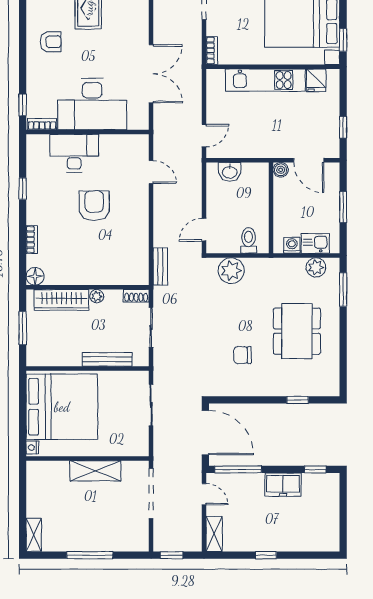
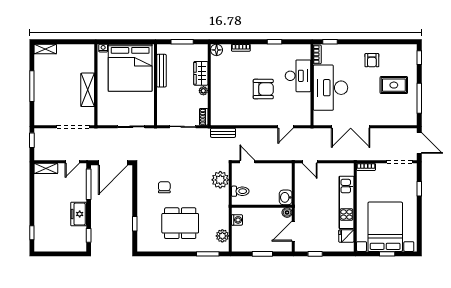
window: (343, 40) -> (387, 254), moved
washbasin: (230, 172) -> (286, 197), moved
kitchen sink: (315, 243) -> (238, 235), removed
wardrobe: (61, 300) -> (201, 73), width x0.67
bench: (107, 359) -> (161, 71), moved
window: (266, 555) -> (32, 233), moved

